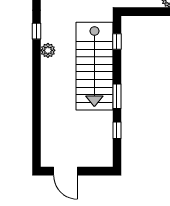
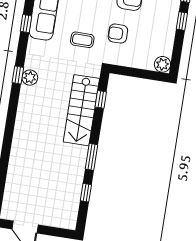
plant: (48, 50) -> (30, 78), moved
stairs: (94, 66) -> (81, 110), width x0.73, depth x0.66

